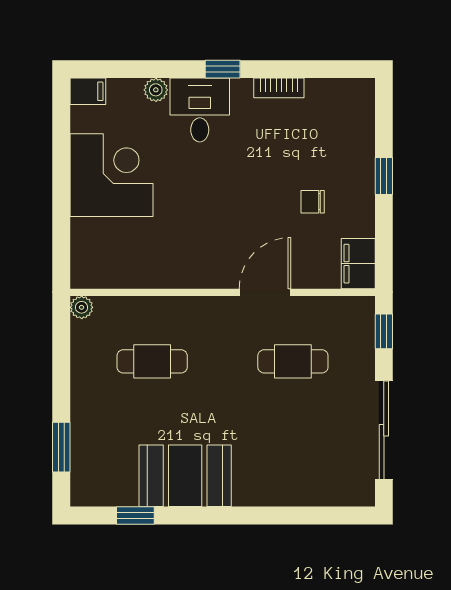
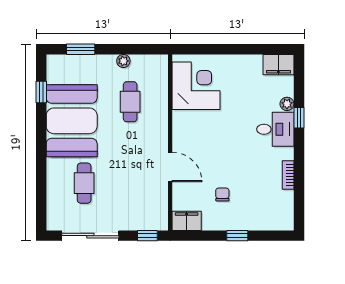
window: (223, 69) -> (299, 118), moved
filing cabinet: (88, 91) -> (278, 65), width x2.00
corner desk: (112, 175) -> (196, 86), moved, turned -90
plant: (82, 307) -> (123, 61), moved
cafe table: (293, 361) -> (84, 183), moved
booth: (185, 476) -> (72, 121), width x1.36, depth x1.42

